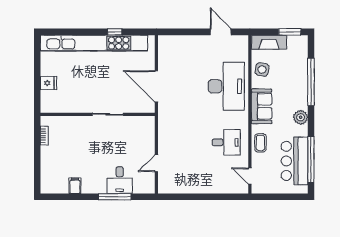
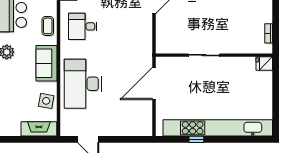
window: (290, 32) -> (18, 139), removed
fridge: (49, 83) -> (264, 63), moved
door: (156, 86) -> (154, 84), swing flipped

